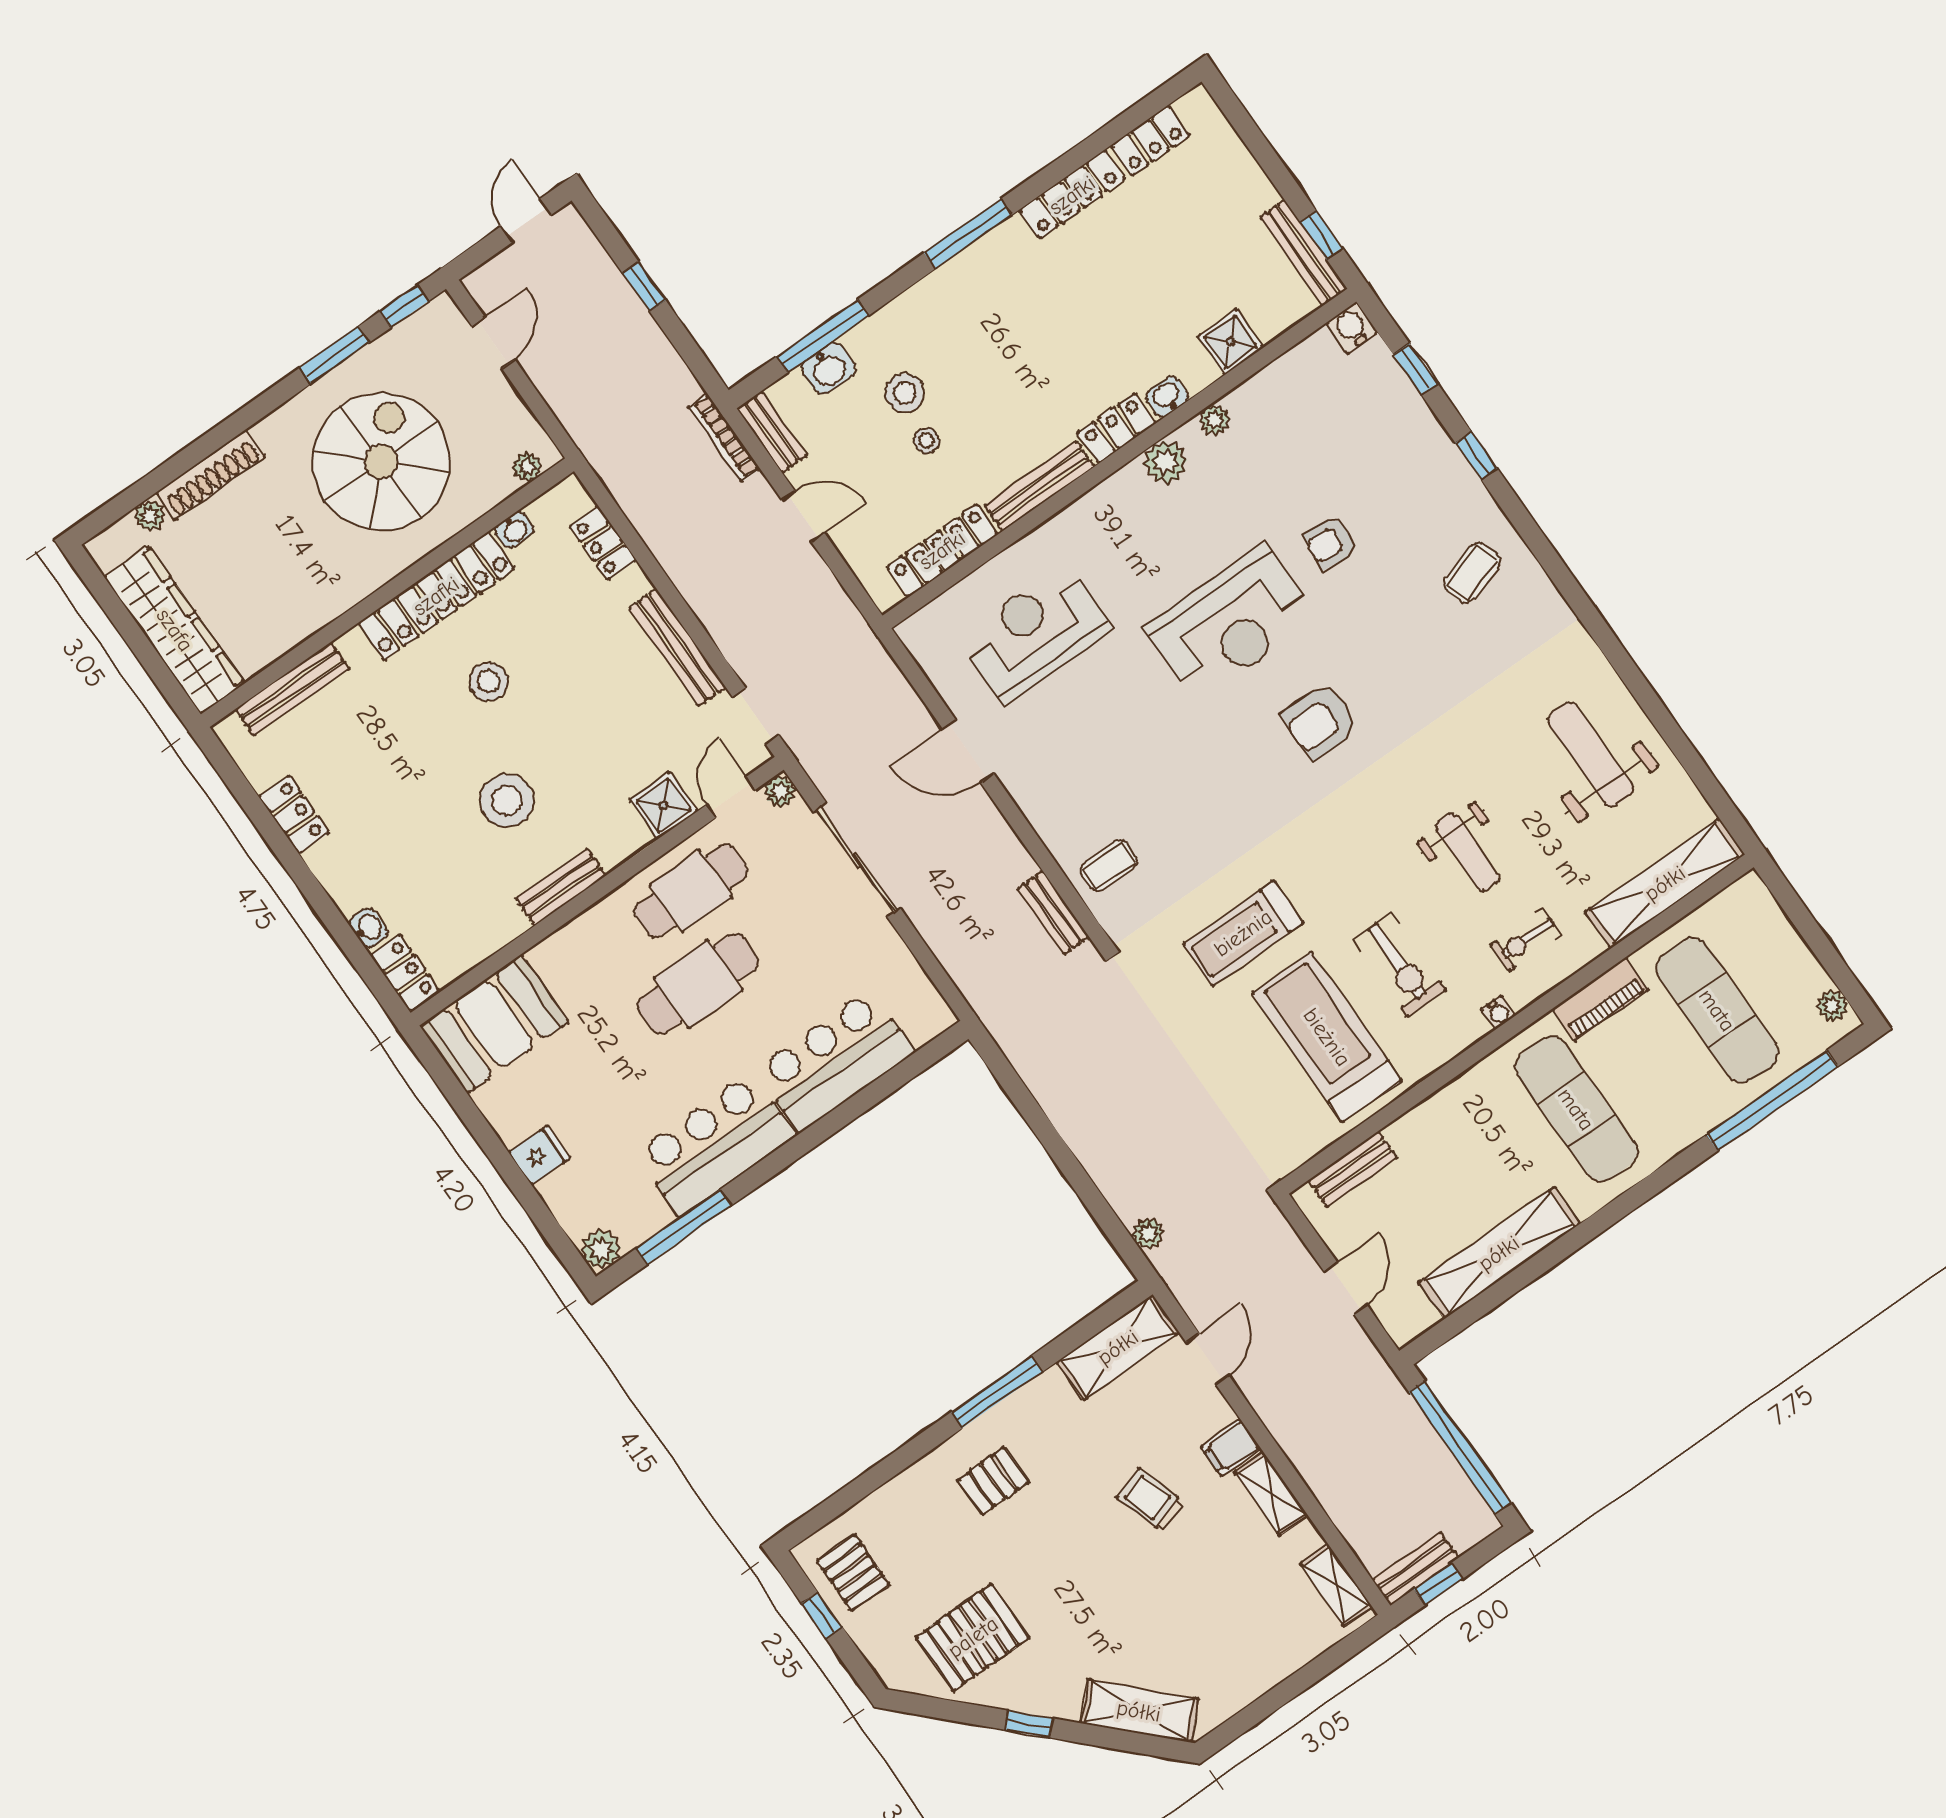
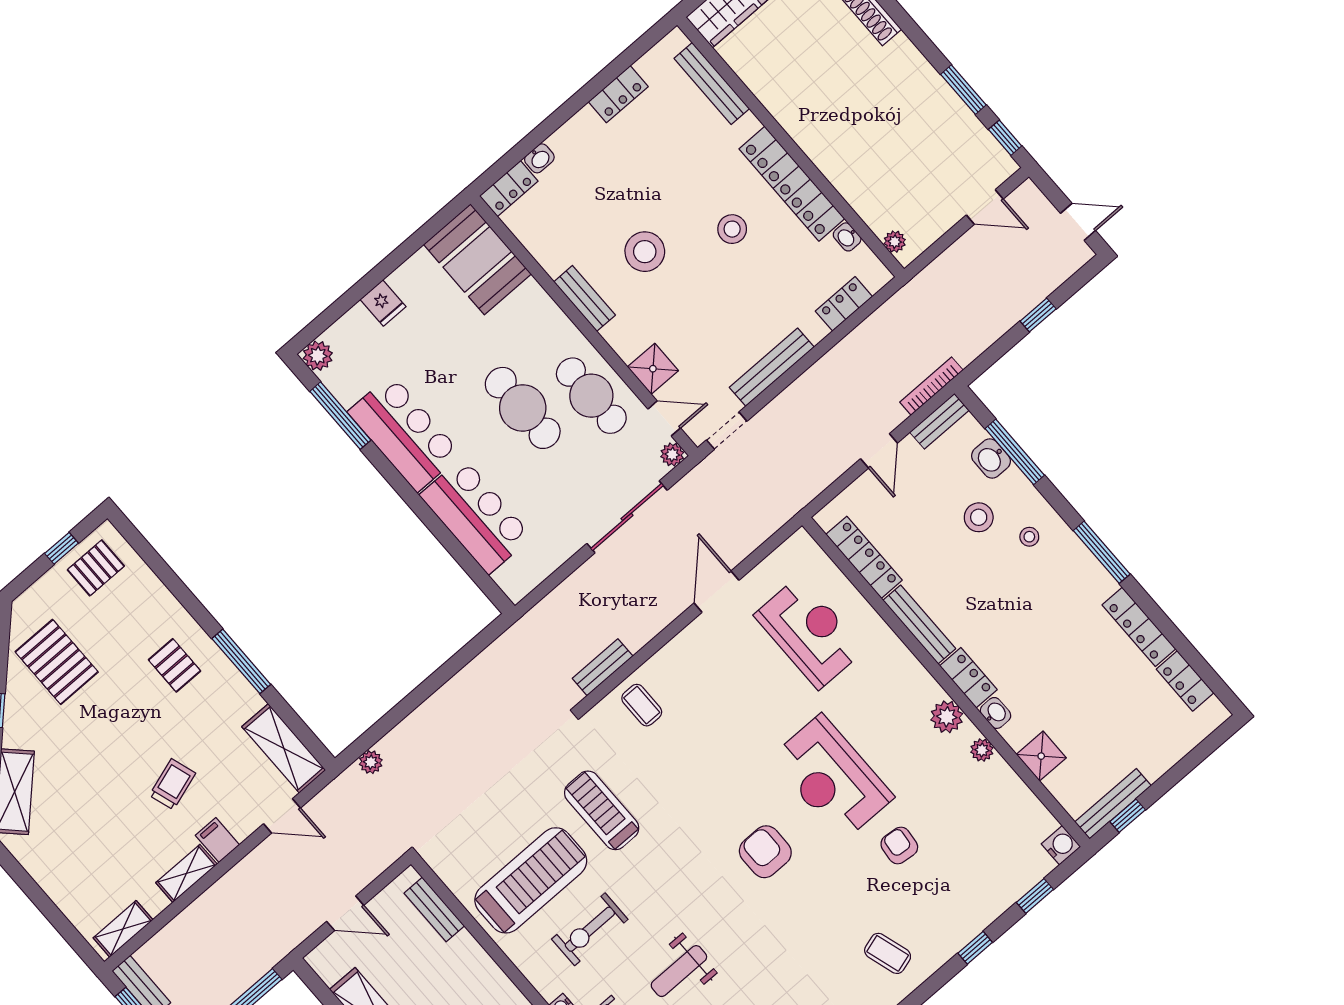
stool: (927, 441) -> (1029, 537), moved
spiral stairs: (381, 462) -> (888, 133), removed

